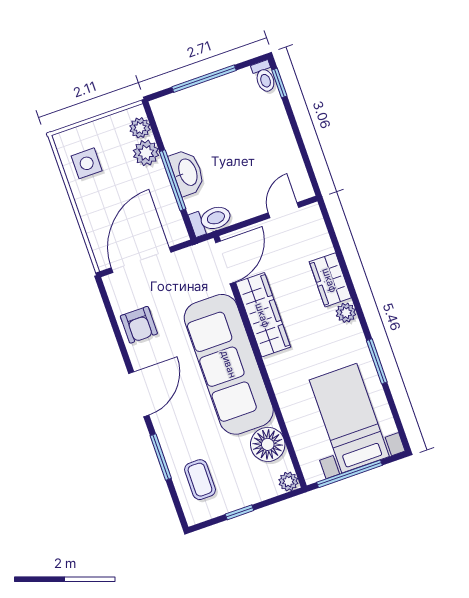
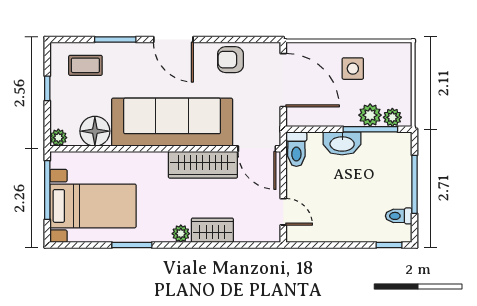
toilet: (264, 77) -> (399, 216), moved
side table: (87, 163) -> (353, 69), moved
window: (173, 180) -> (370, 129), moved

